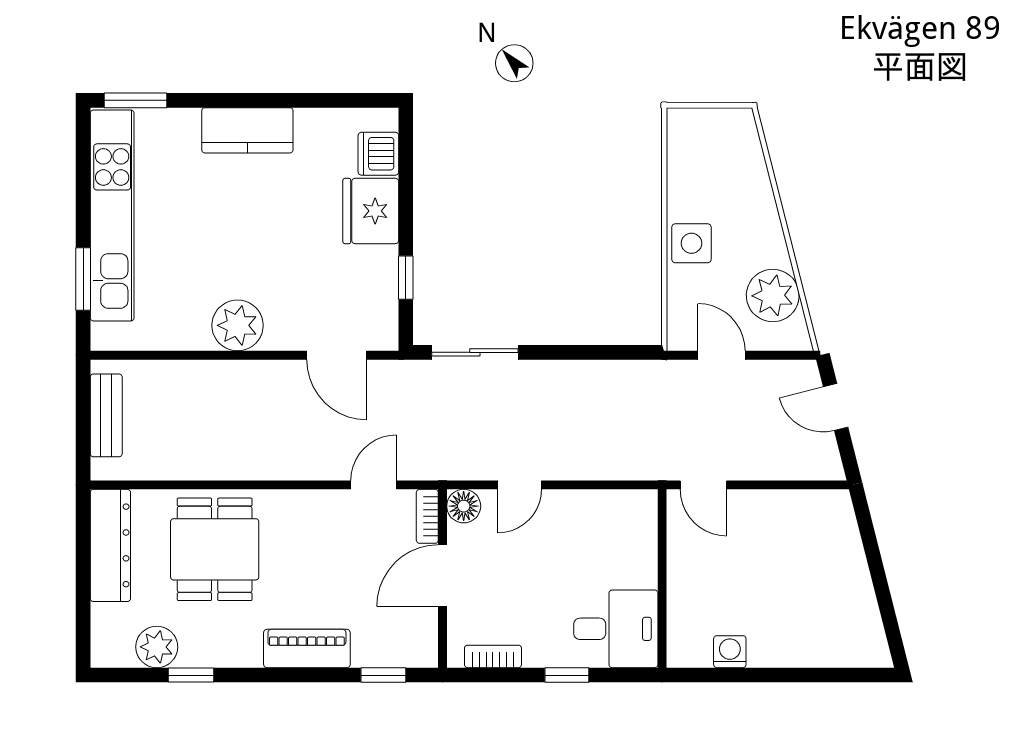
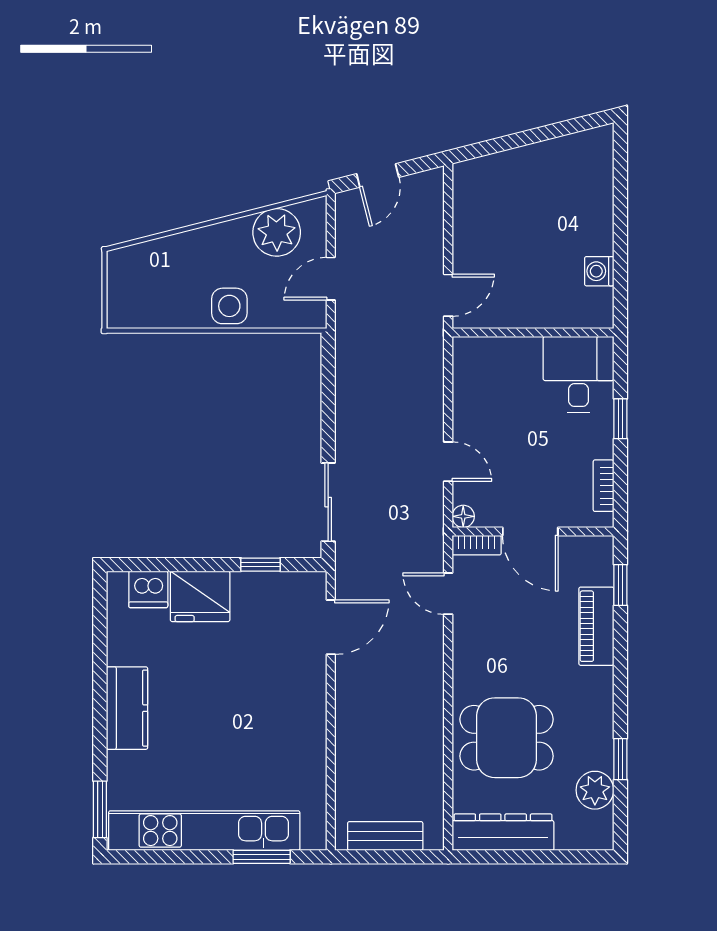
plant: (238, 325) -> (304, 717), removed
floor lamp: (464, 506) -> (463, 516), width x0.73, depth x0.73
piano: (307, 648) -> (596, 626), moved

